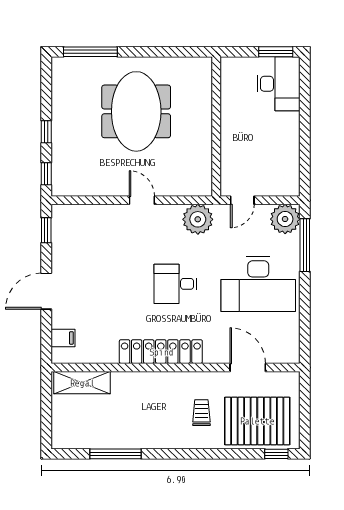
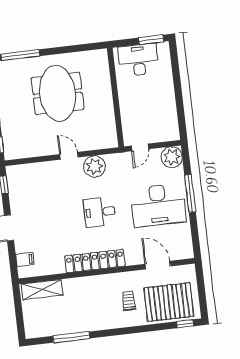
desk: (278, 84) -> (139, 60), moved, turned -90
plant: (198, 219) -> (94, 166), moved
window: (305, 245) -> (190, 193), moved

